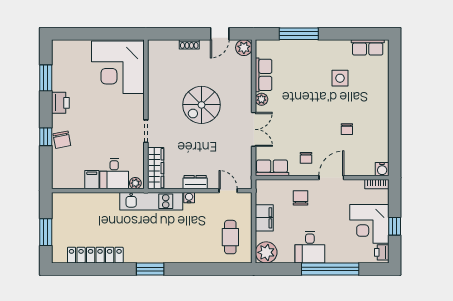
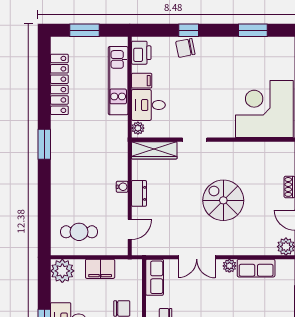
printer: (60, 103) -> (141, 53), moved, turned -90
kitchen unit: (151, 201) -> (118, 81), moved

